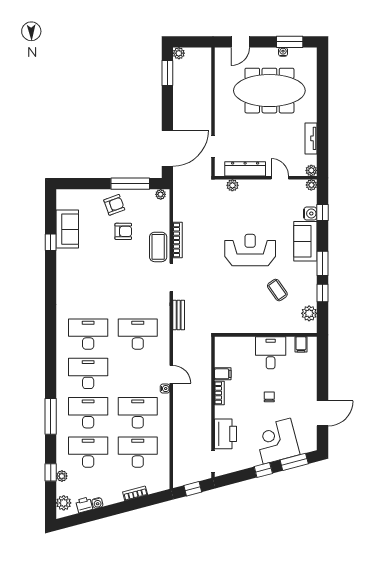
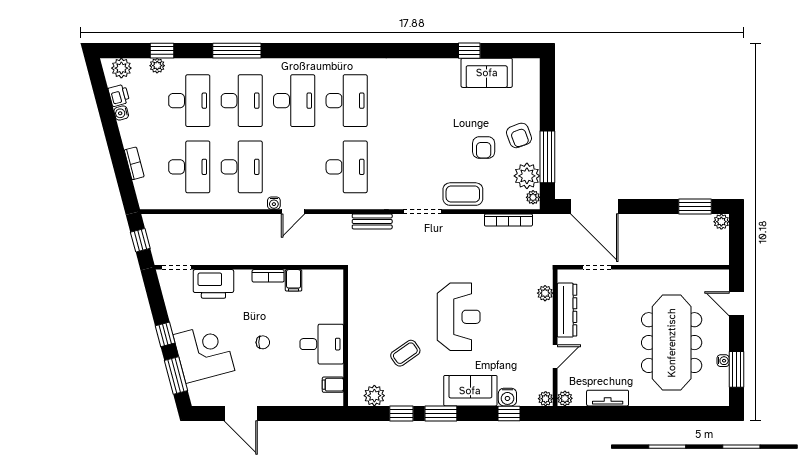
plant: (144, 199) -> (527, 176), added
bookcase: (178, 240) -> (508, 220), moved

